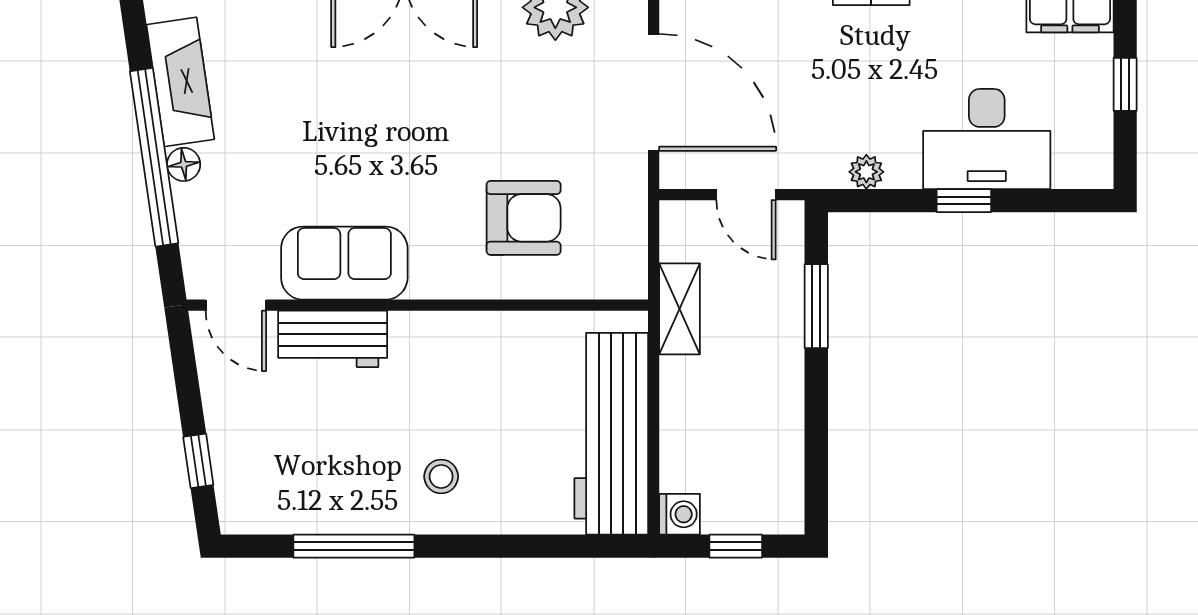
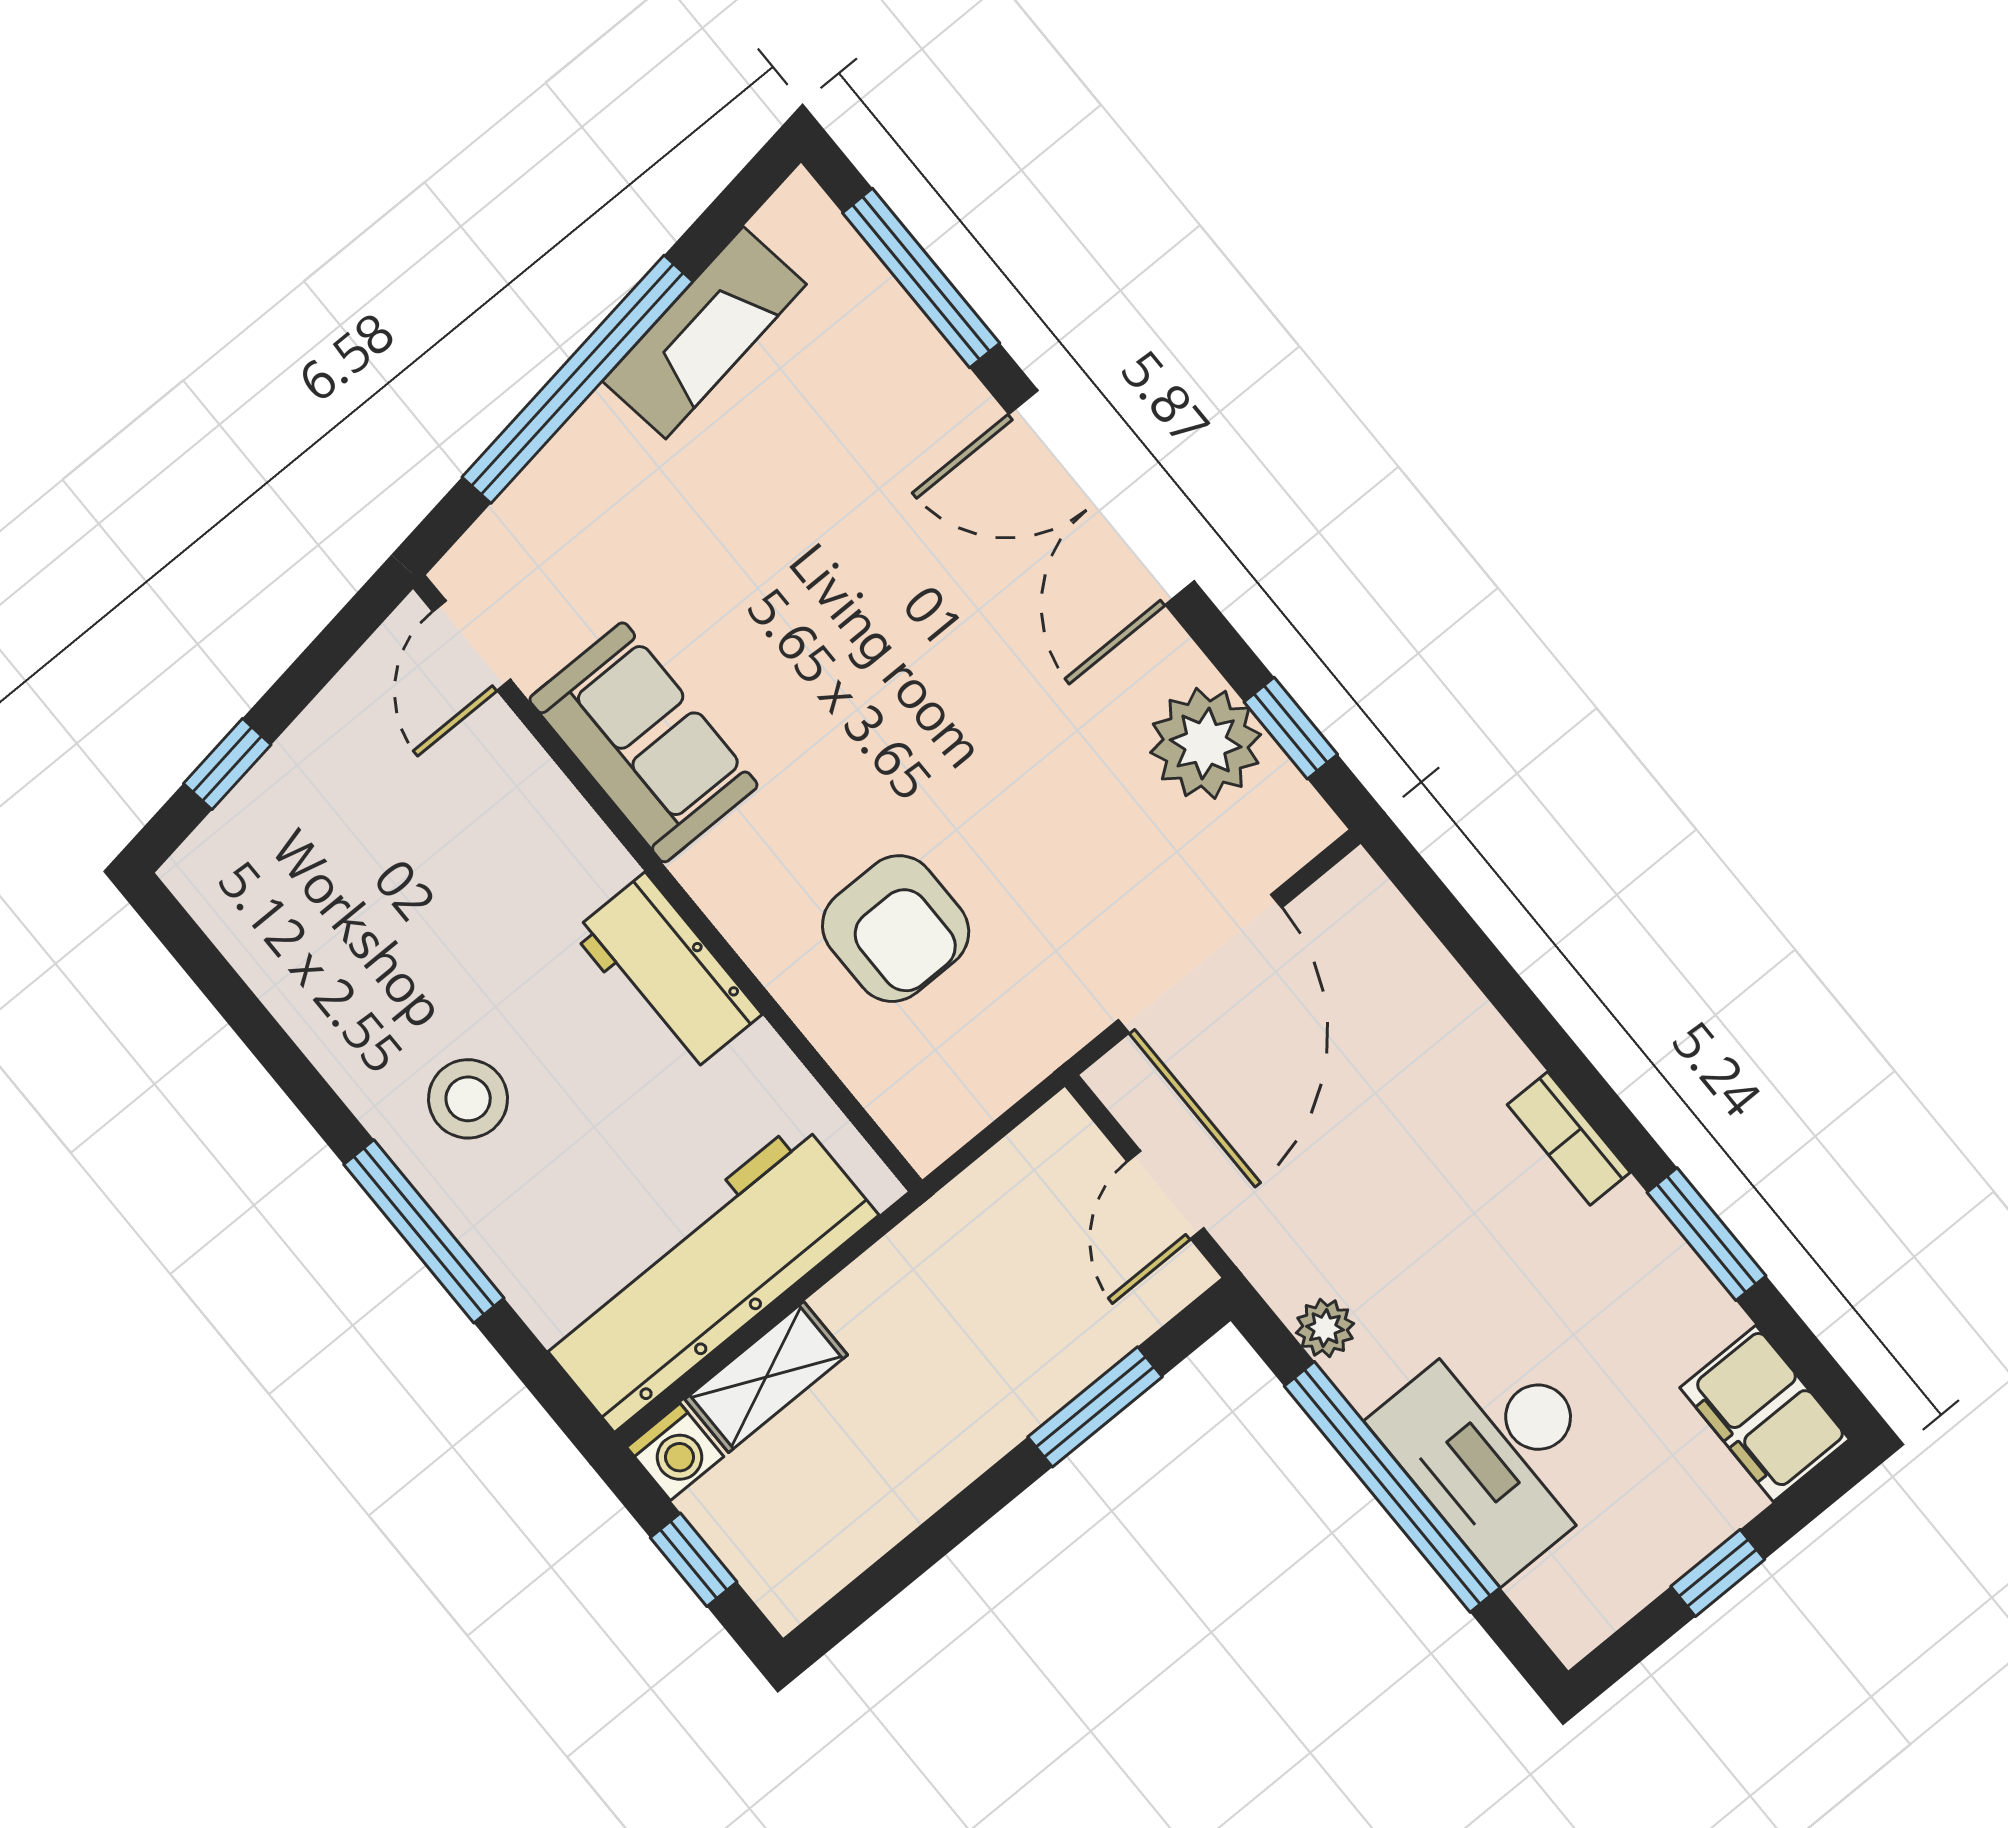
floor lamp: (184, 164) -> (600, 426), removed
window: (964, 201) -> (1392, 1487), width x3.17
shelving: (680, 309) -> (766, 1377), moved
workbench: (333, 339) -> (667, 973), moved
stool: (441, 476) -> (468, 1099), width x1.37, depth x1.37
window: (354, 546) -> (424, 1231), moved

